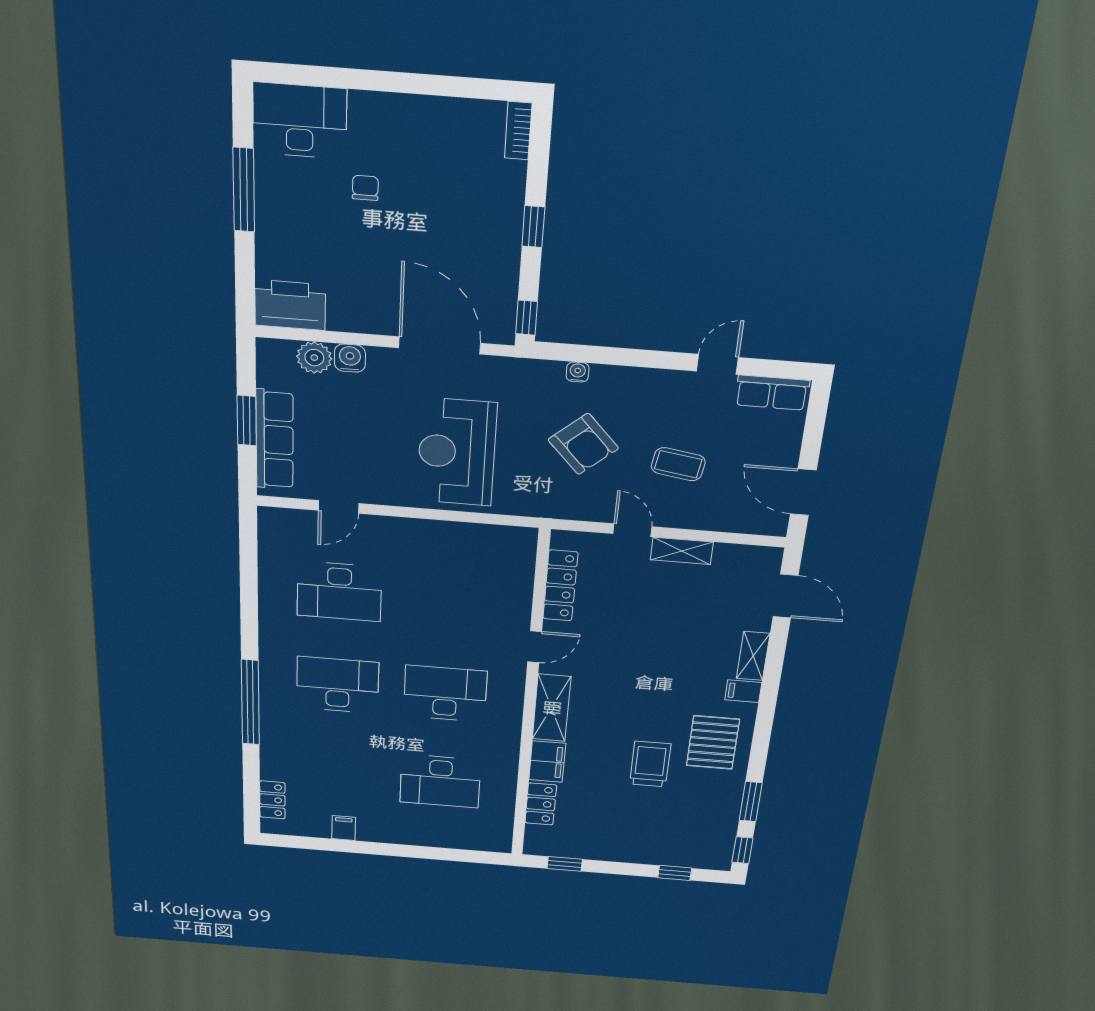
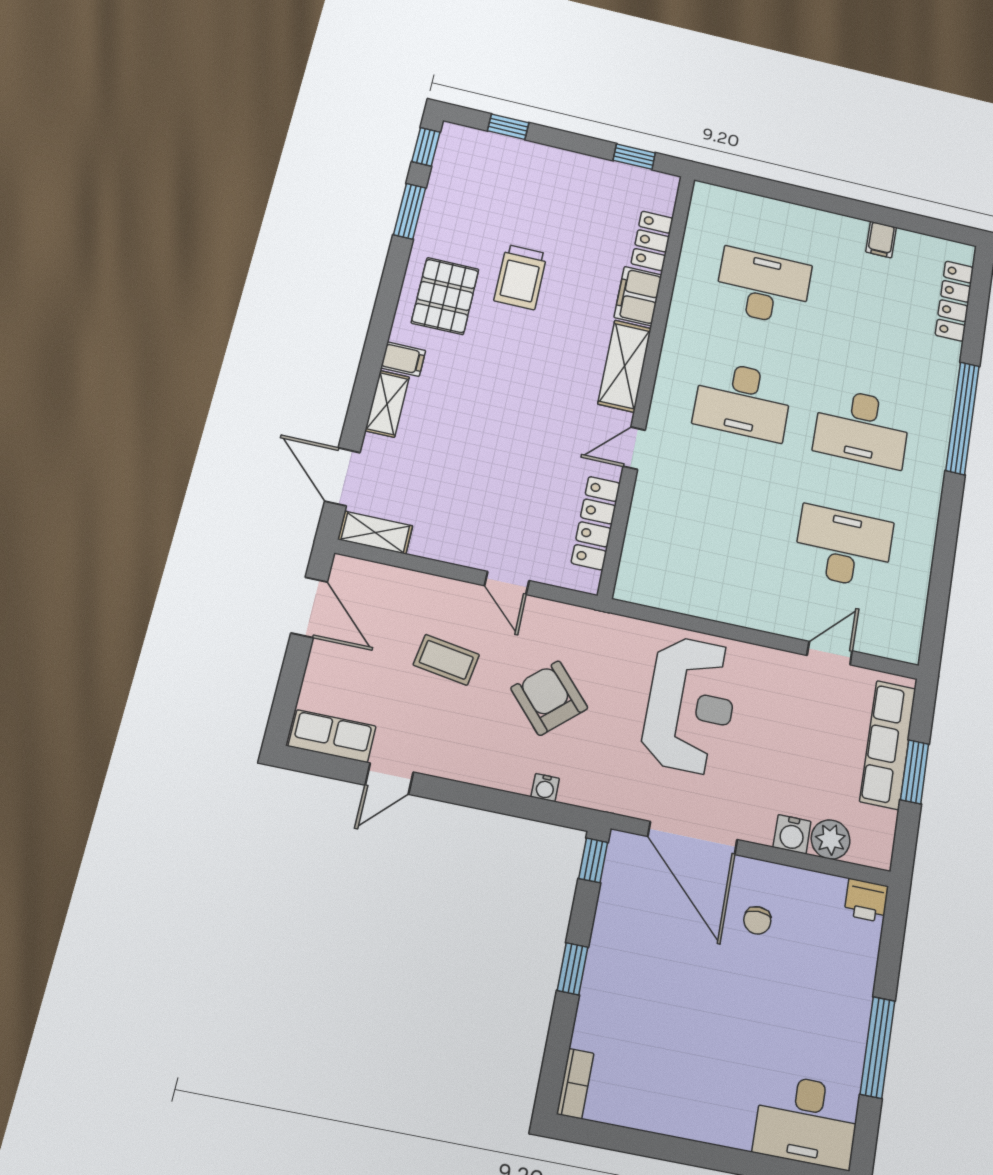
chair: (365, 188) -> (757, 920), moved
printer: (290, 305) -> (866, 900), width x0.53, depth x0.68
shelving: (682, 551) -> (375, 533), moved
locker: (272, 800) -> (954, 301), width x1.53

